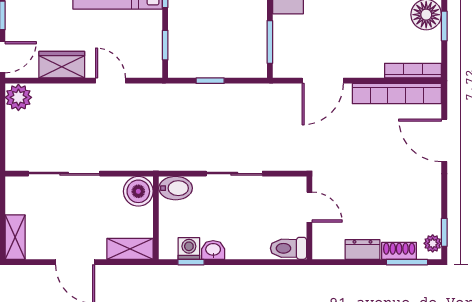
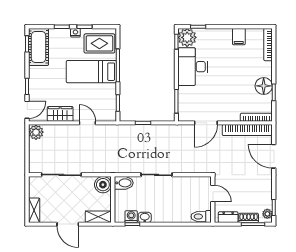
door: (309, 207) -> (213, 193), moved
wall: (309, 218) -> (213, 199), moved
toilet: (289, 248) -> (201, 216), moved

